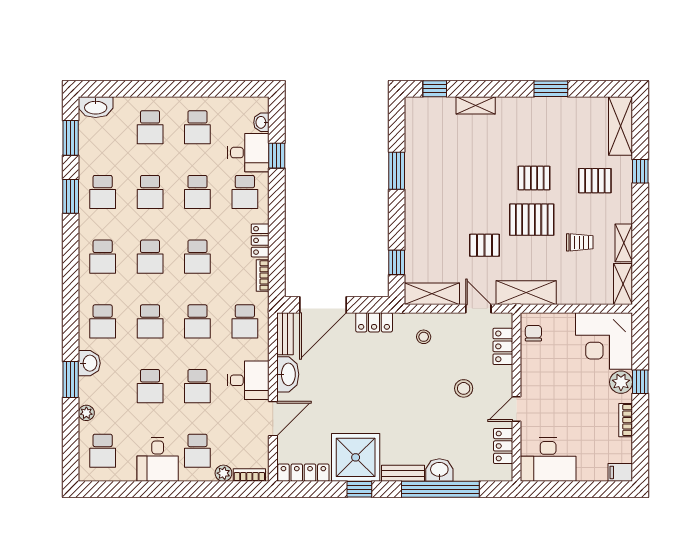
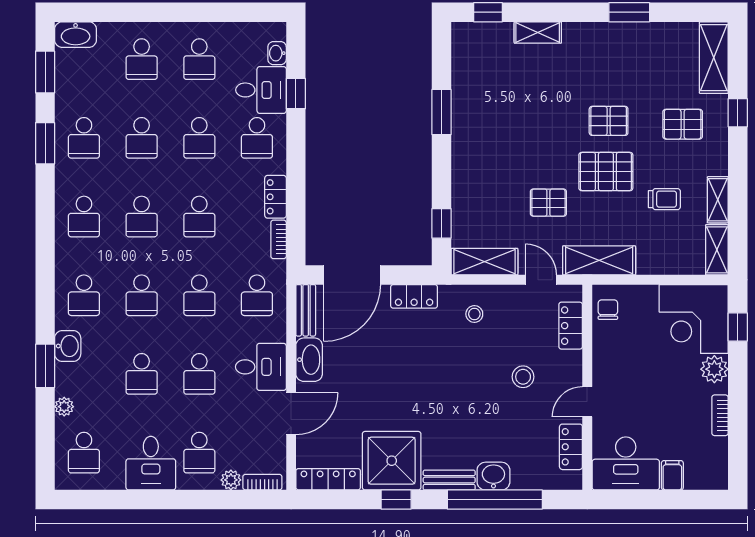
window: (640, 382) -> (738, 327), moved
filing cabinet: (620, 472) -> (672, 475), moved, turned 90

